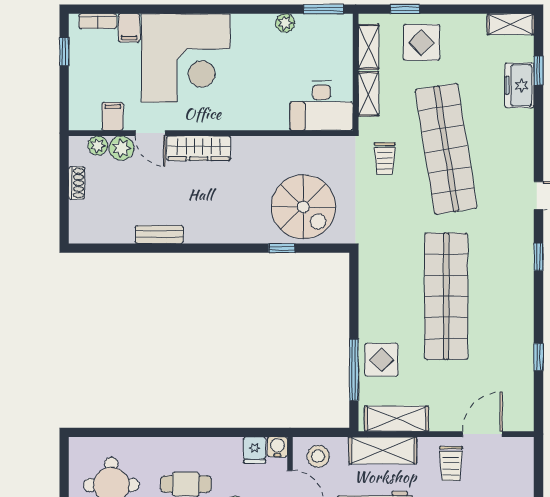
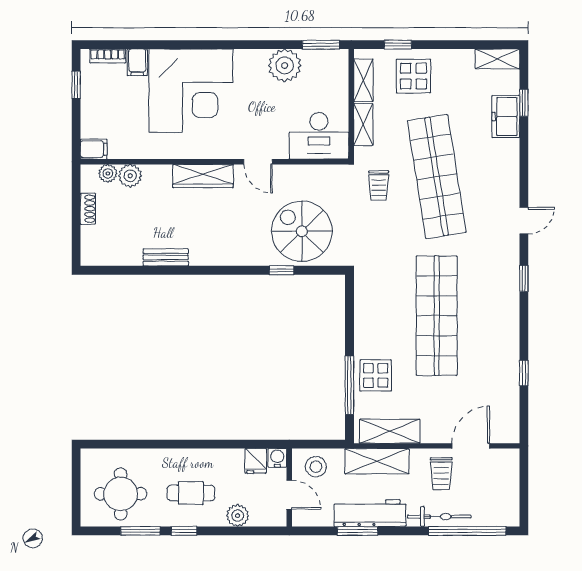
plant: (285, 23) -> (285, 65), width x1.88, depth x1.88
filing cabinet: (113, 116) -> (94, 149), moved, turned 90
door: (150, 133) -> (258, 162), moved
spiral stairs: (303, 207) -> (302, 231), turned 180

